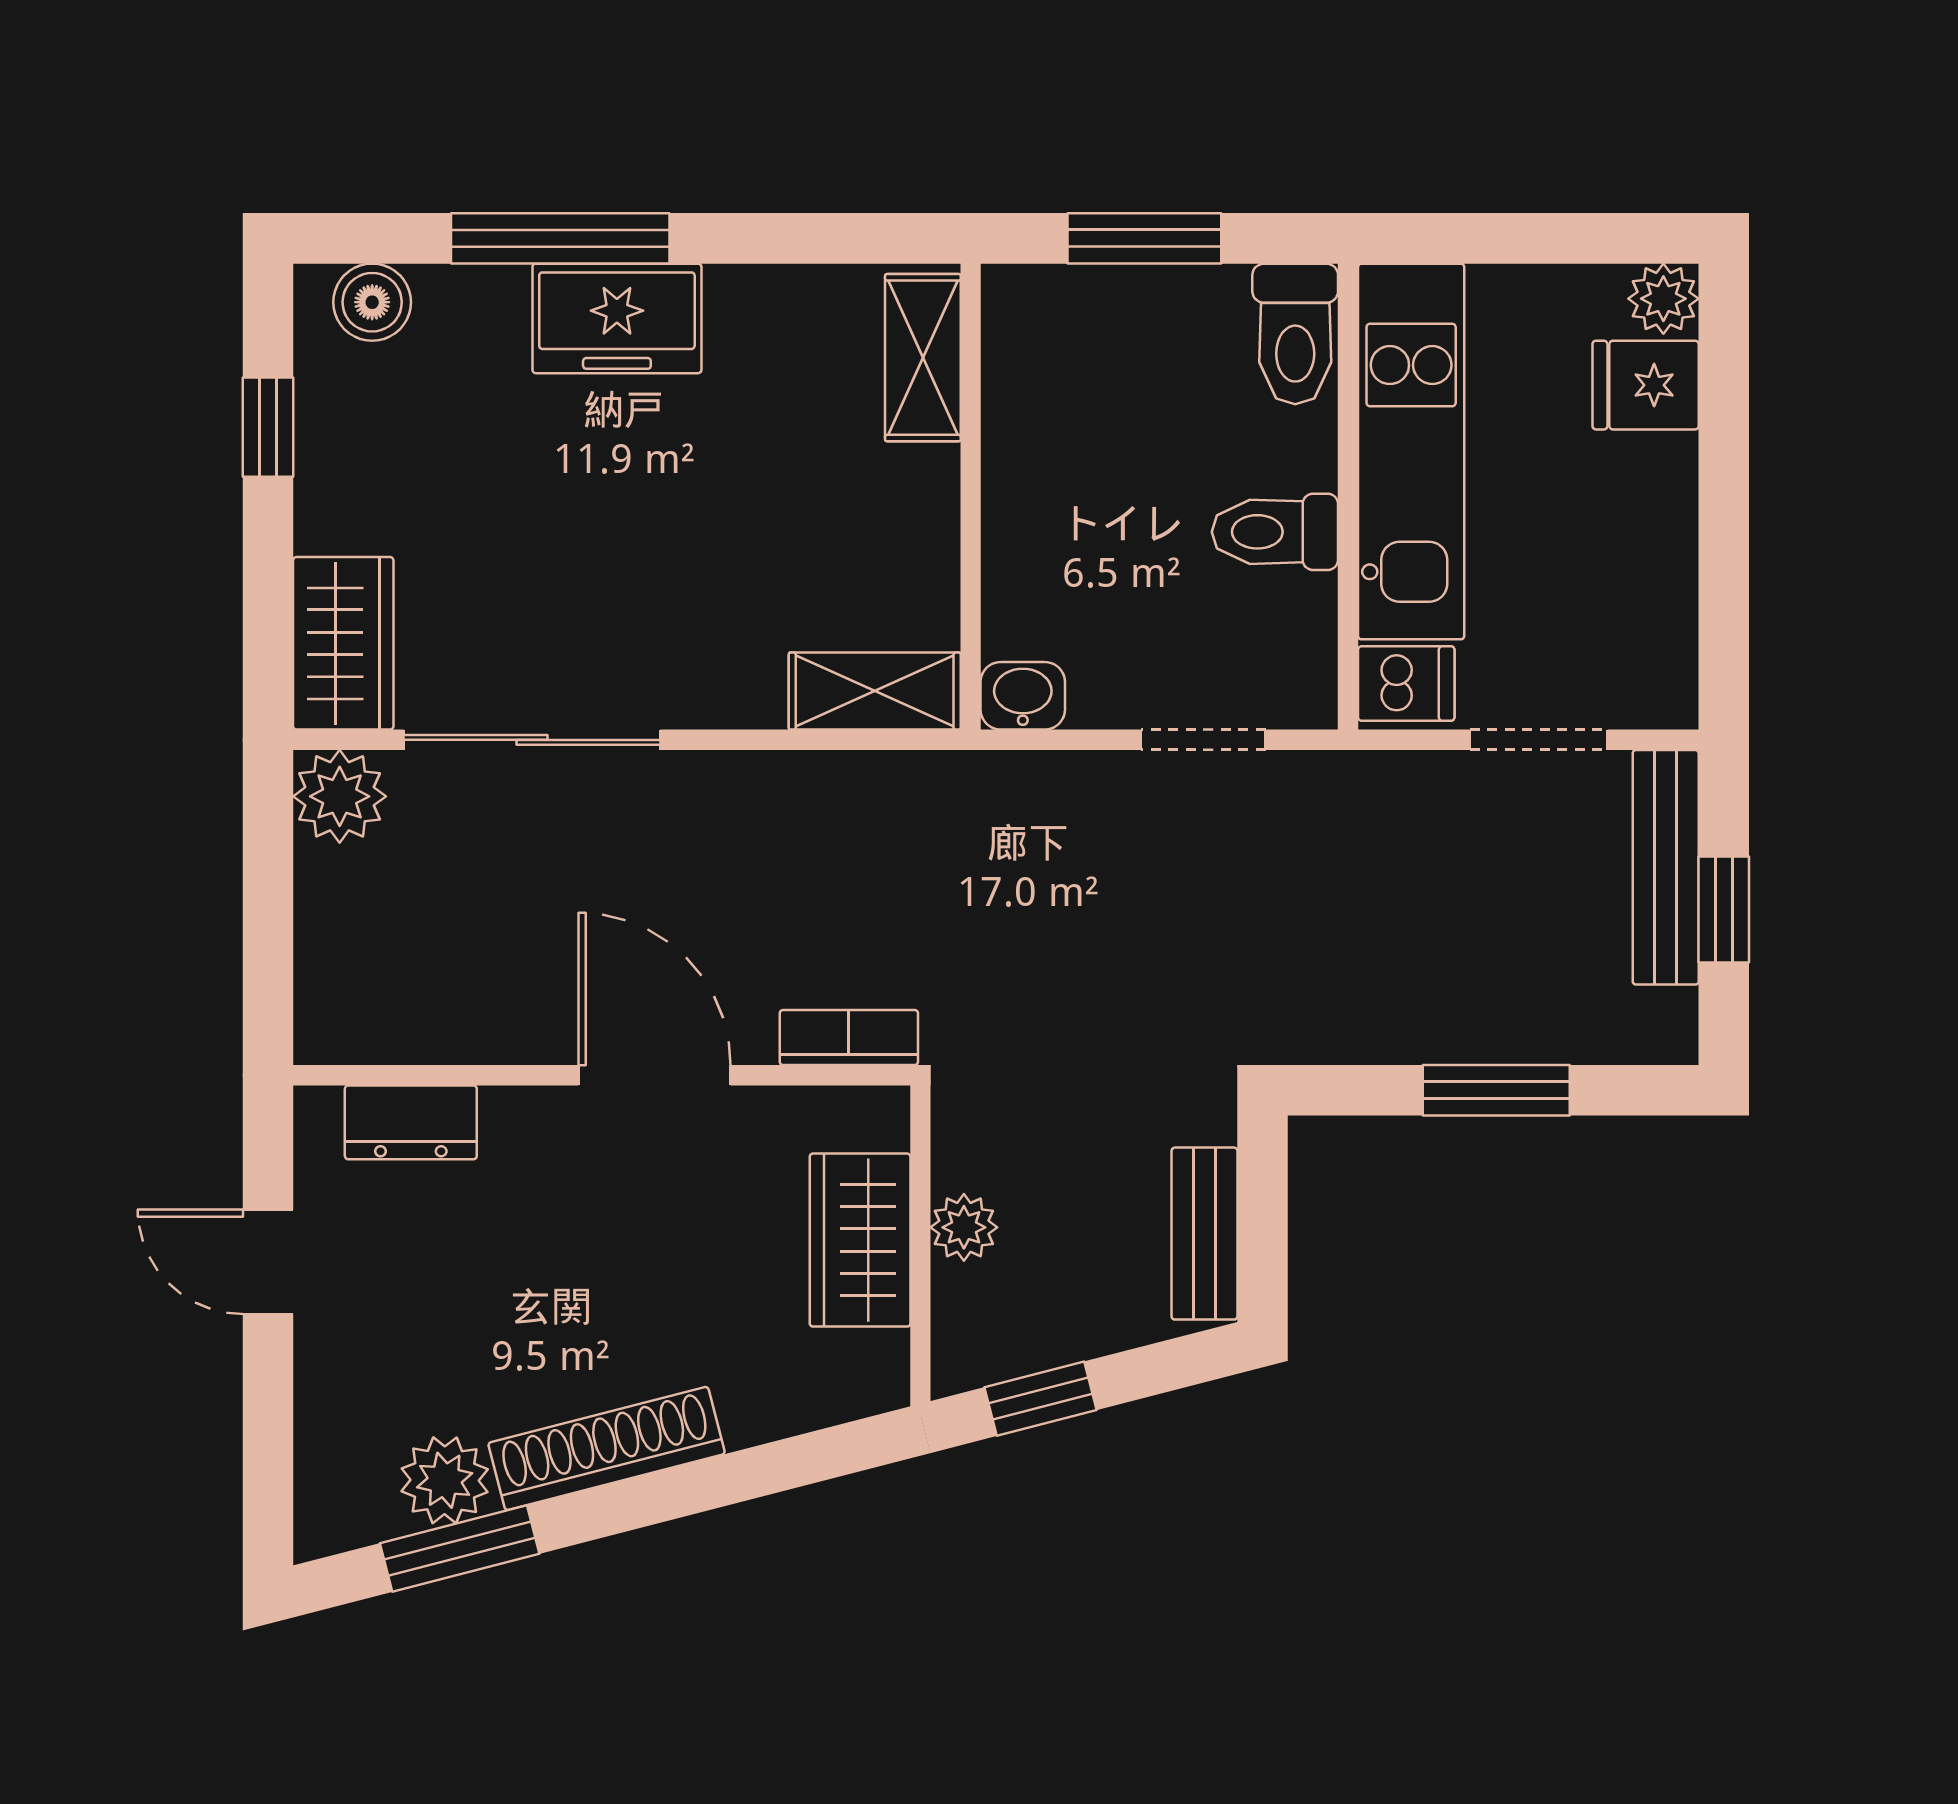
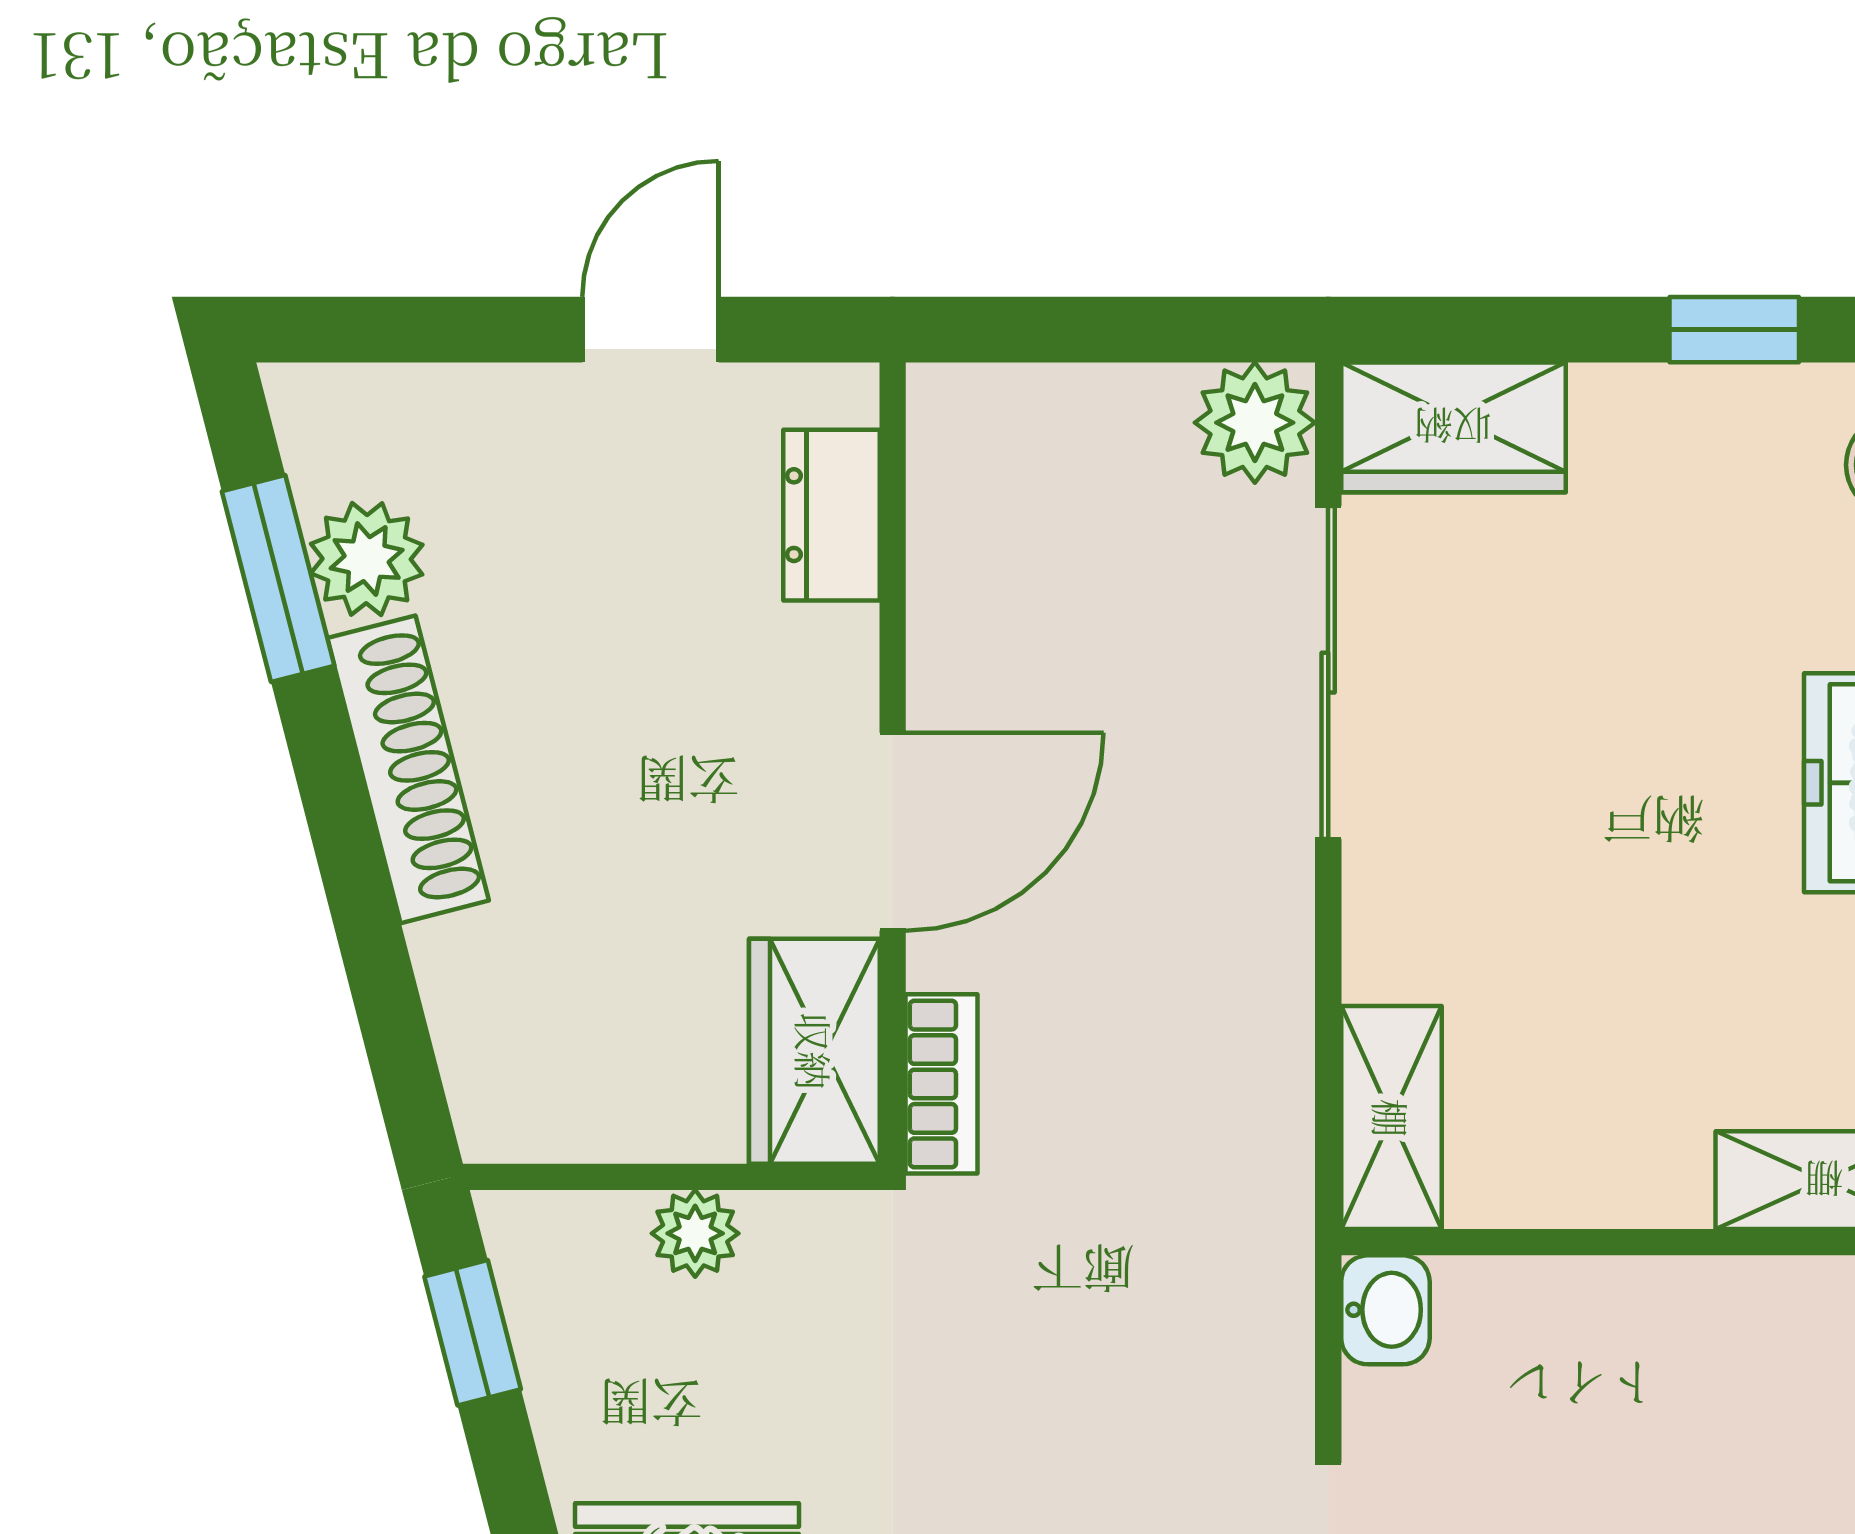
wardrobe: (860, 1240) -> (814, 1051), moved, turned -90

